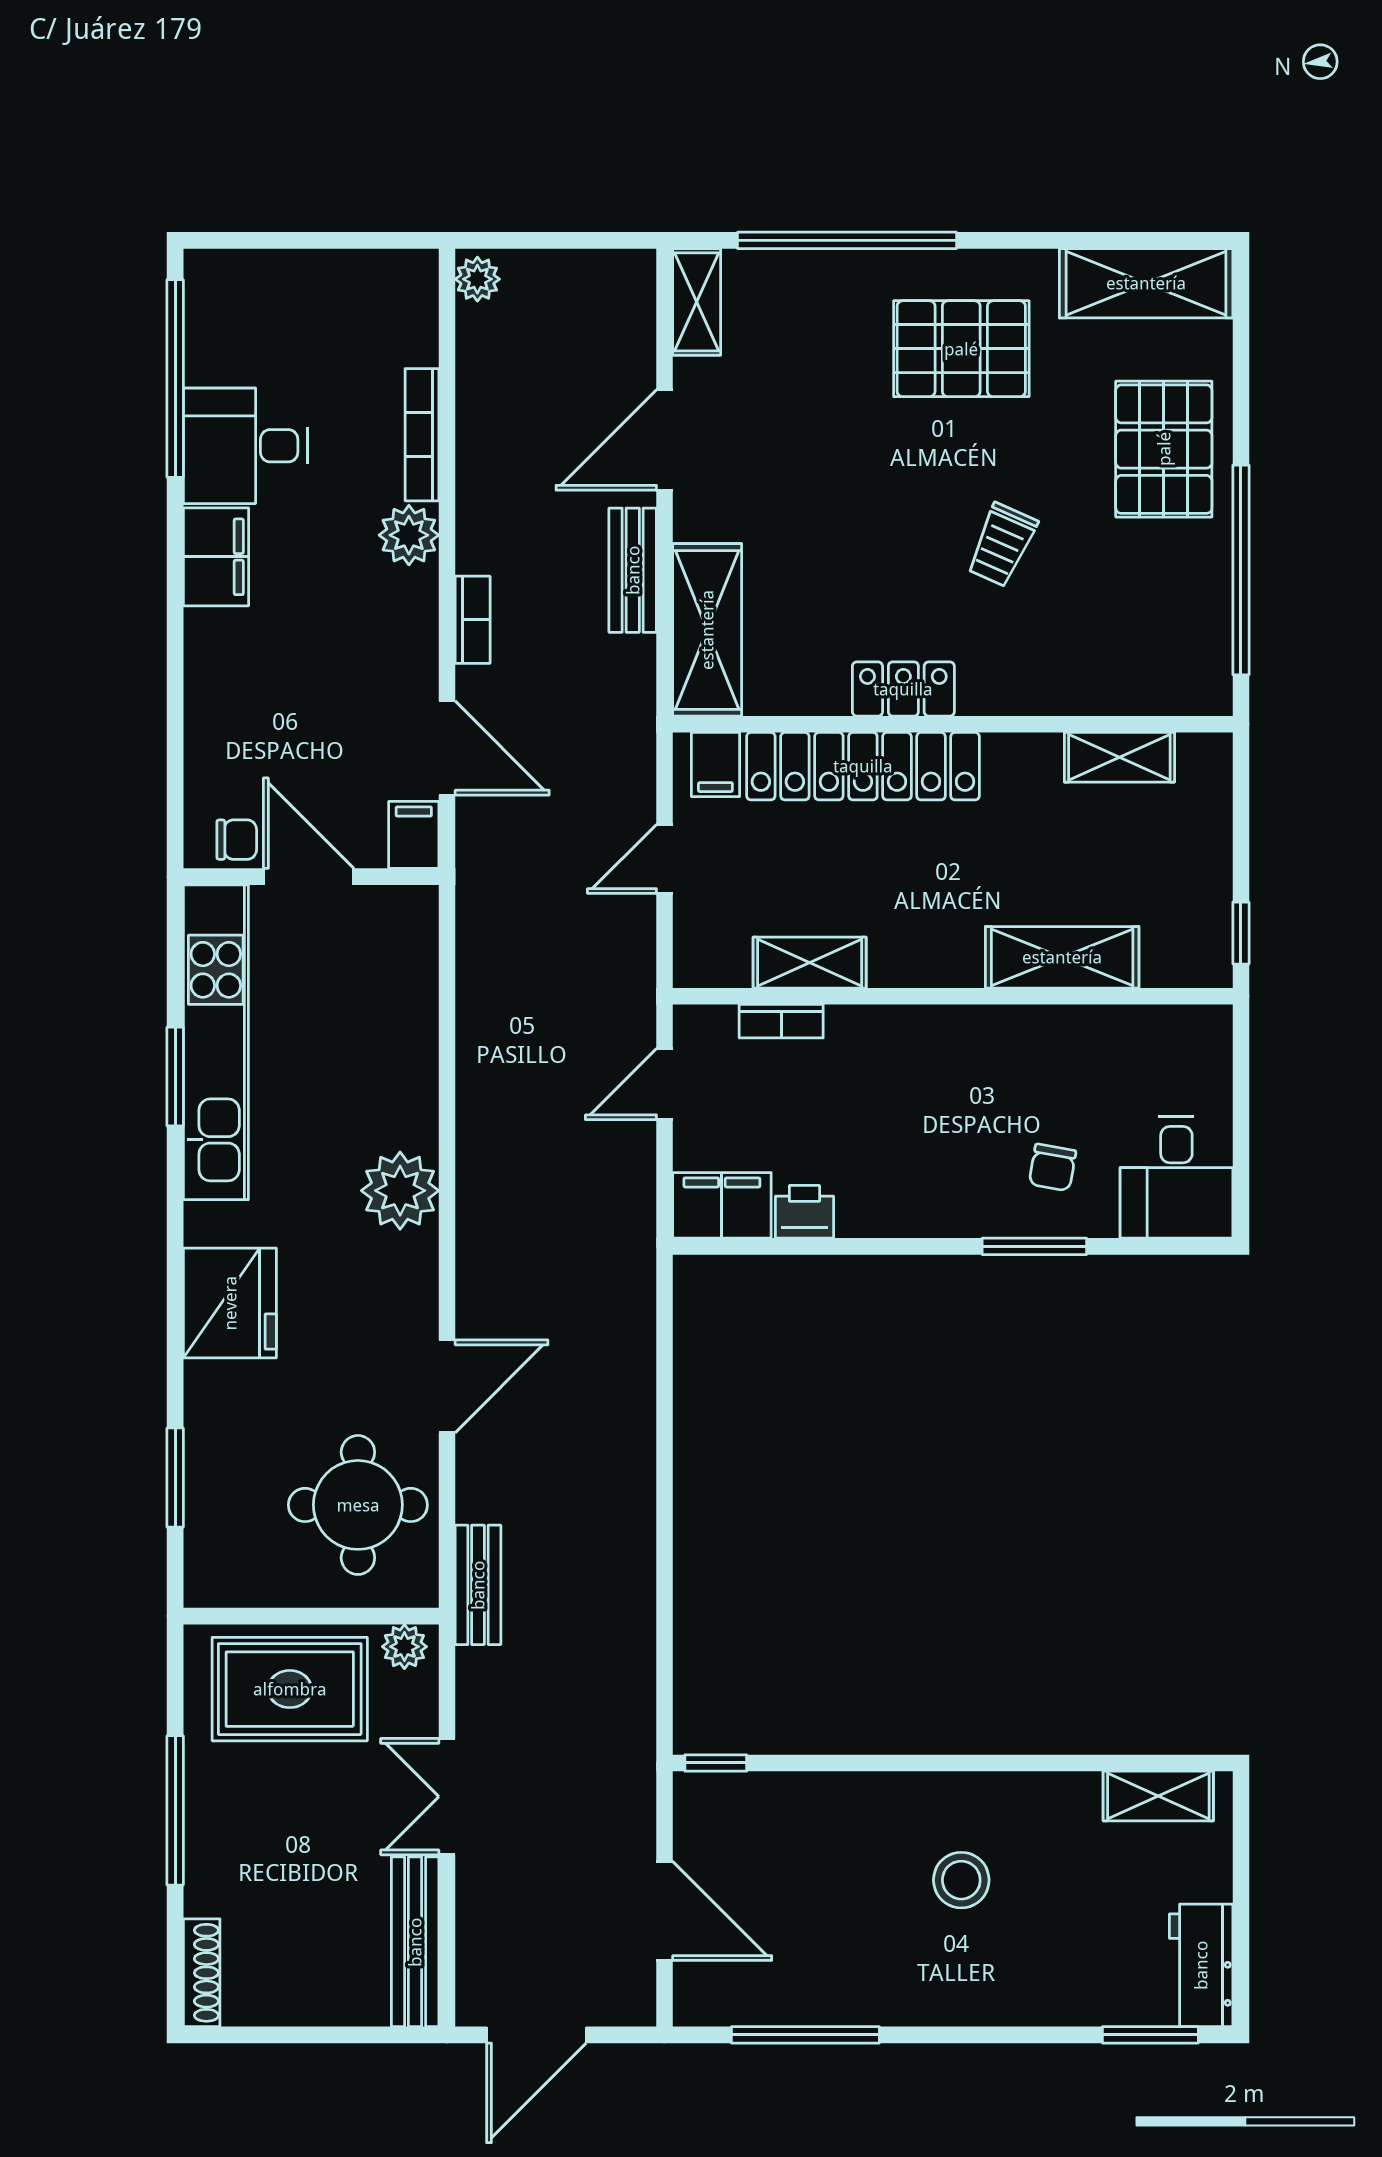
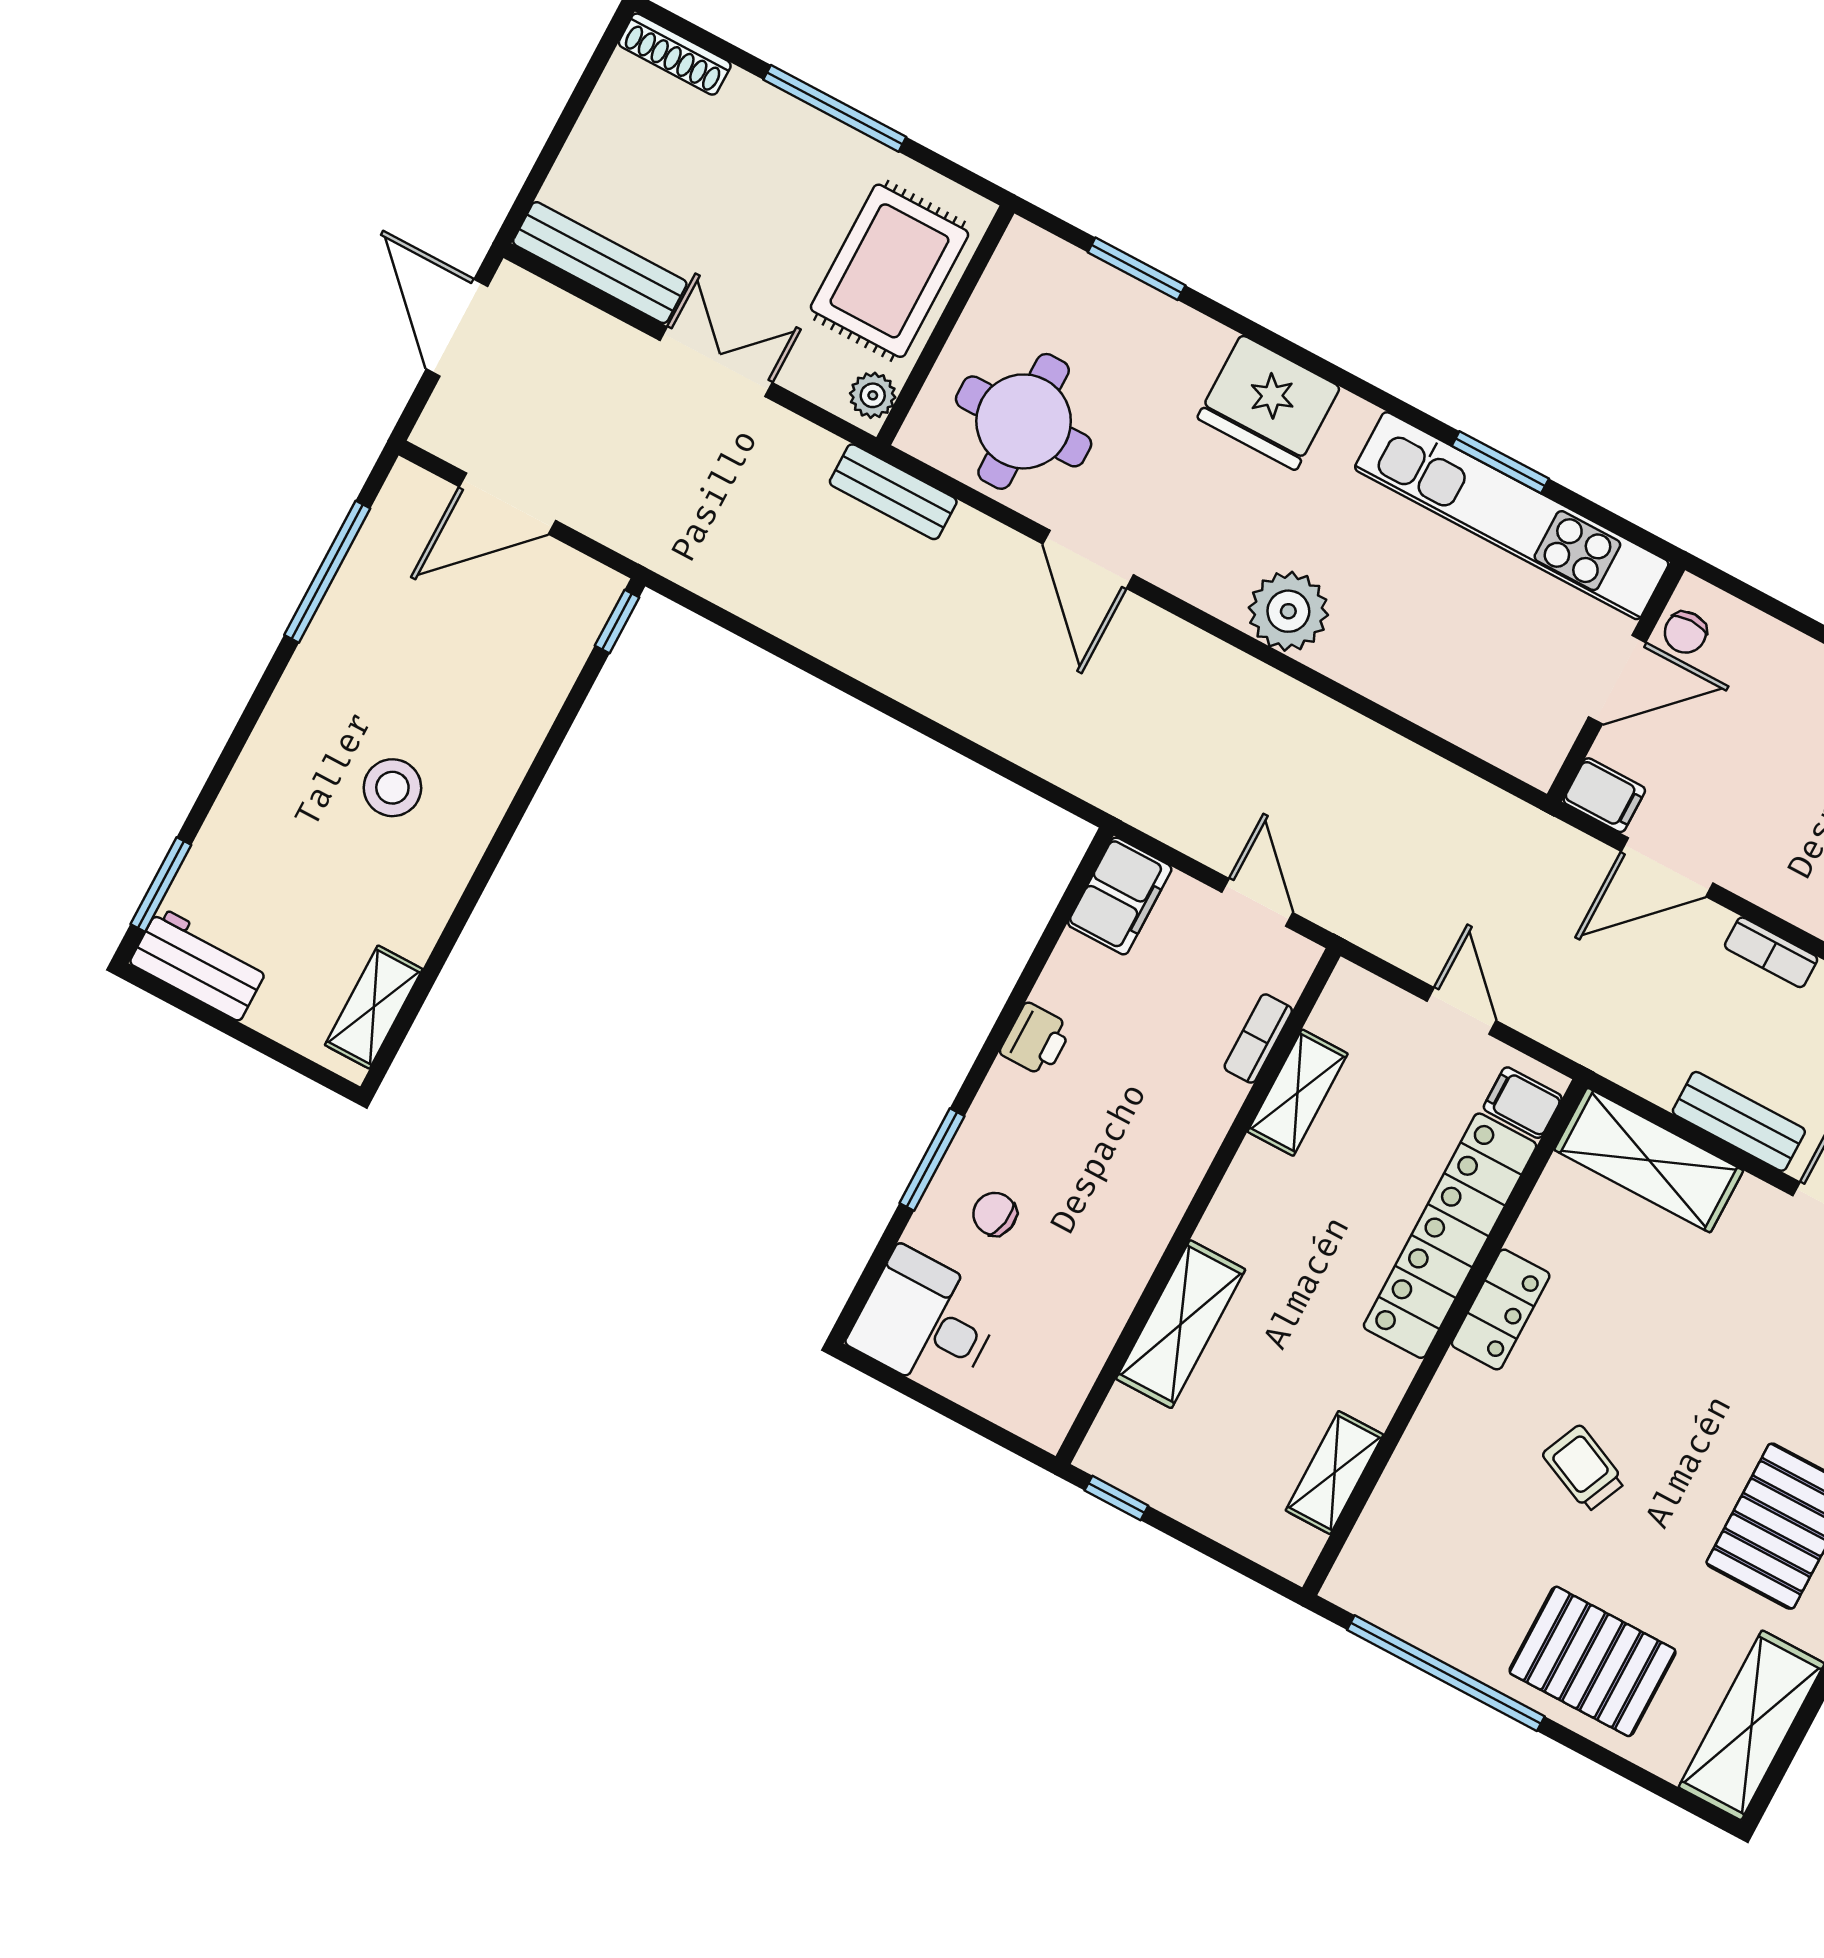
printer: (805, 1212) -> (1036, 1040), moved

